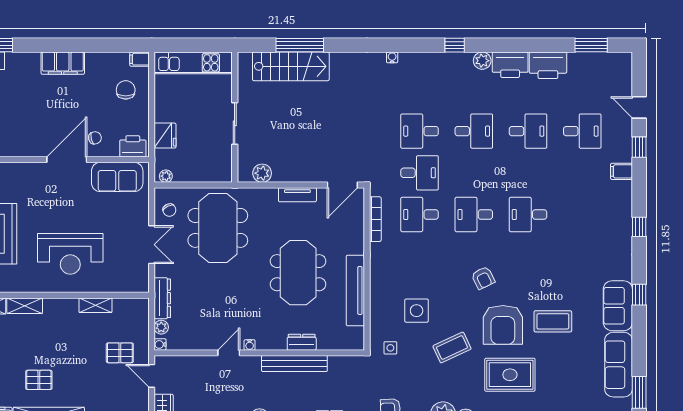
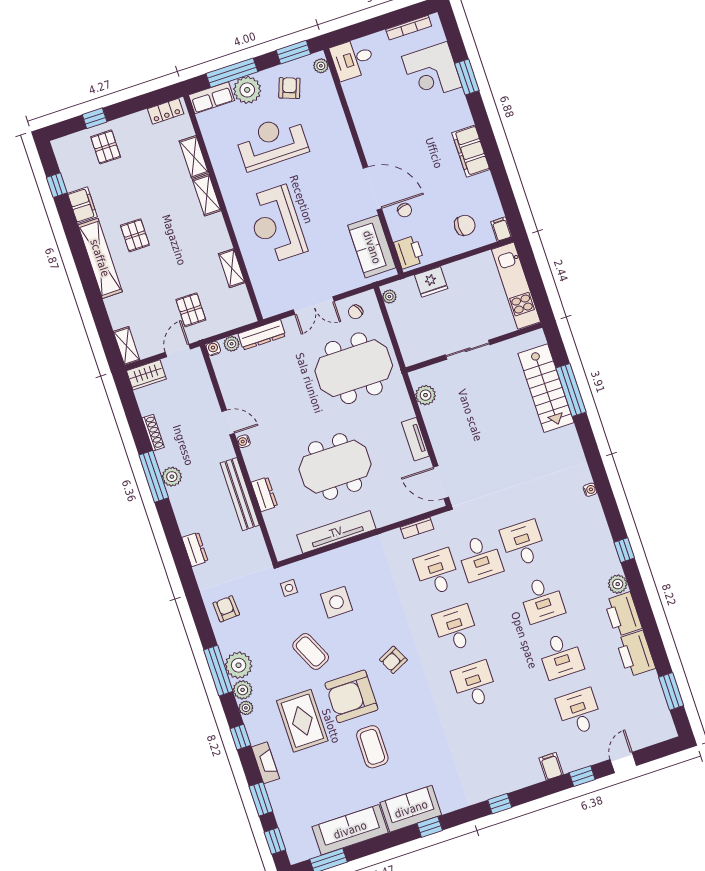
desk: (582, 131) -> (579, 712), turned 180
bookcase: (375, 219) -> (417, 528), width x0.64

